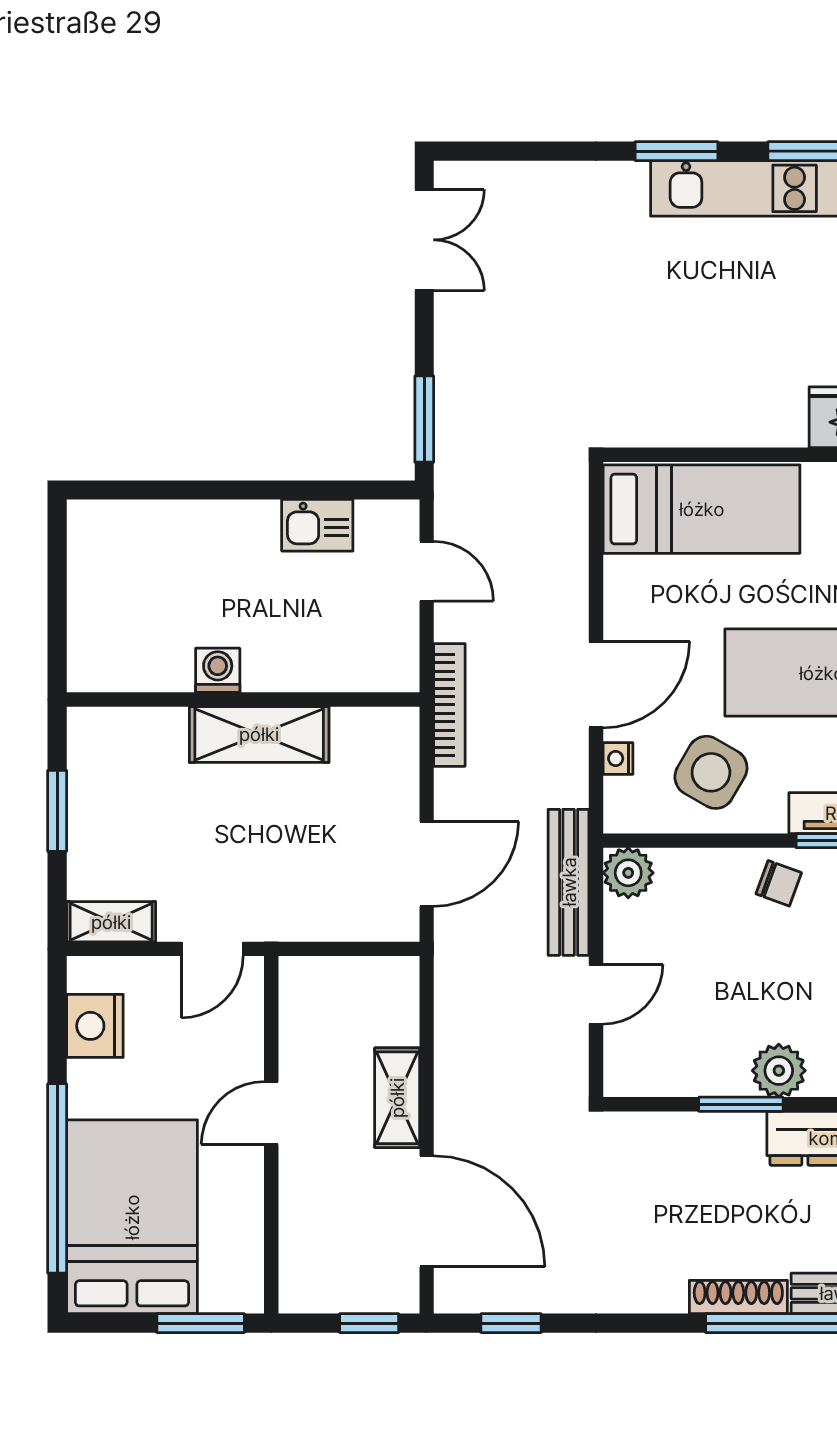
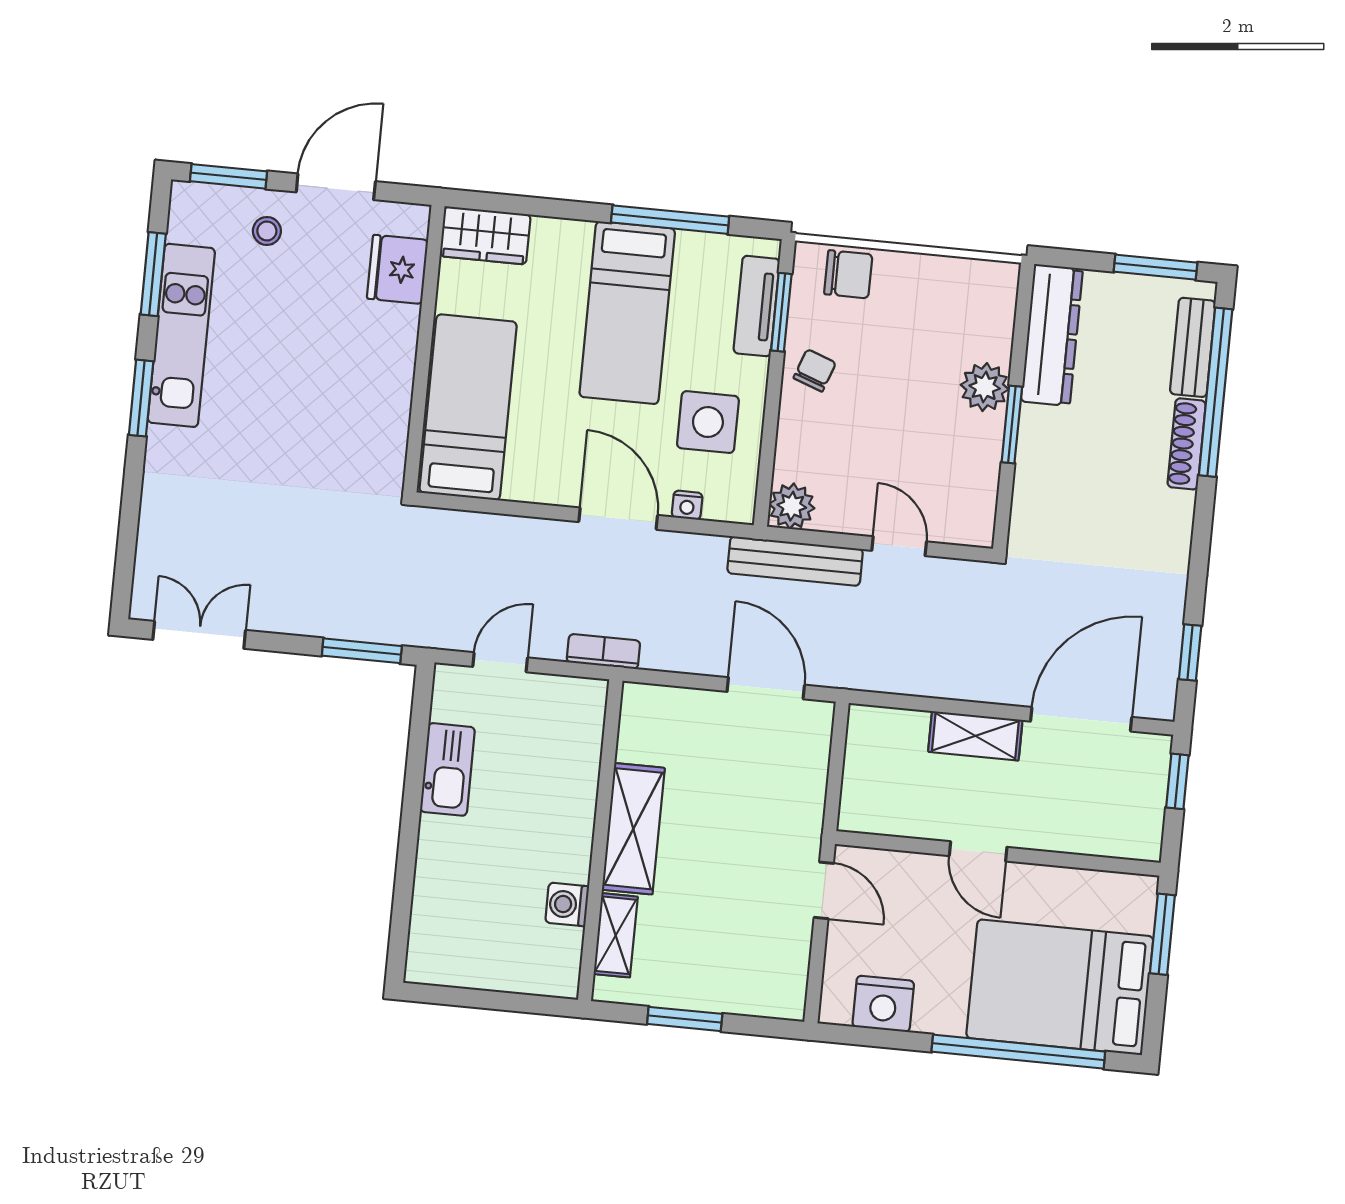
kitchen sink: (317, 525) -> (447, 769), width x1.38
washing machine: (218, 670) -> (567, 904), moved
bookcase: (449, 705) -> (603, 651), width x0.64
side table: (711, 772) -> (708, 422), turned -30
shelving: (111, 922) -> (616, 935), moved

